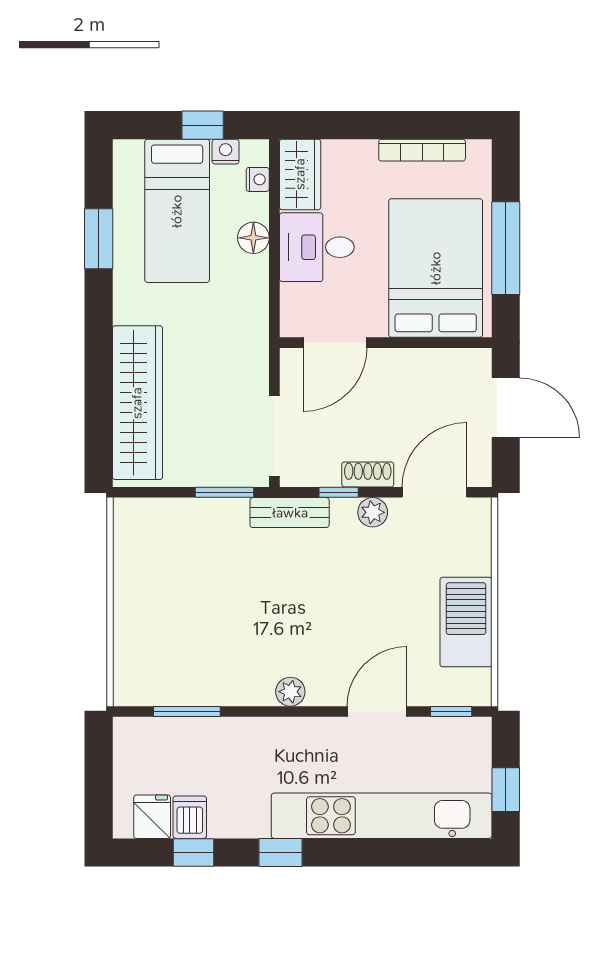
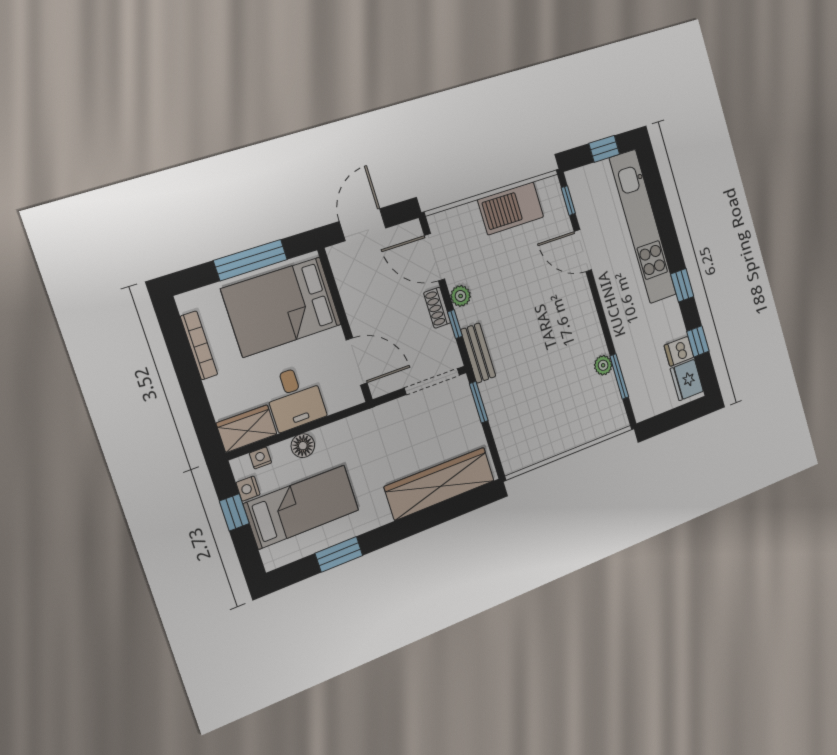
plant: (290, 692) -> (603, 365), moved
fridge: (152, 817) -> (687, 380), width x1.38

